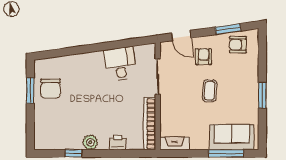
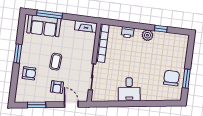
armchair: (238, 45) -> (29, 73), moved
desk: (120, 64) -> (129, 89), moved

